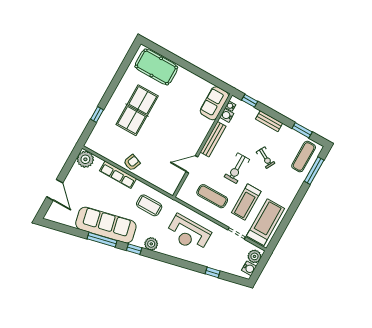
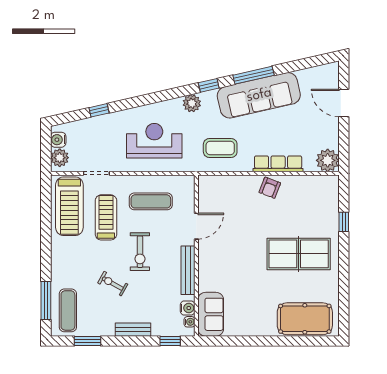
table tennis table: (137, 110) -> (299, 254), turned 90
exercise bike: (237, 168) -> (140, 252), turned 180

